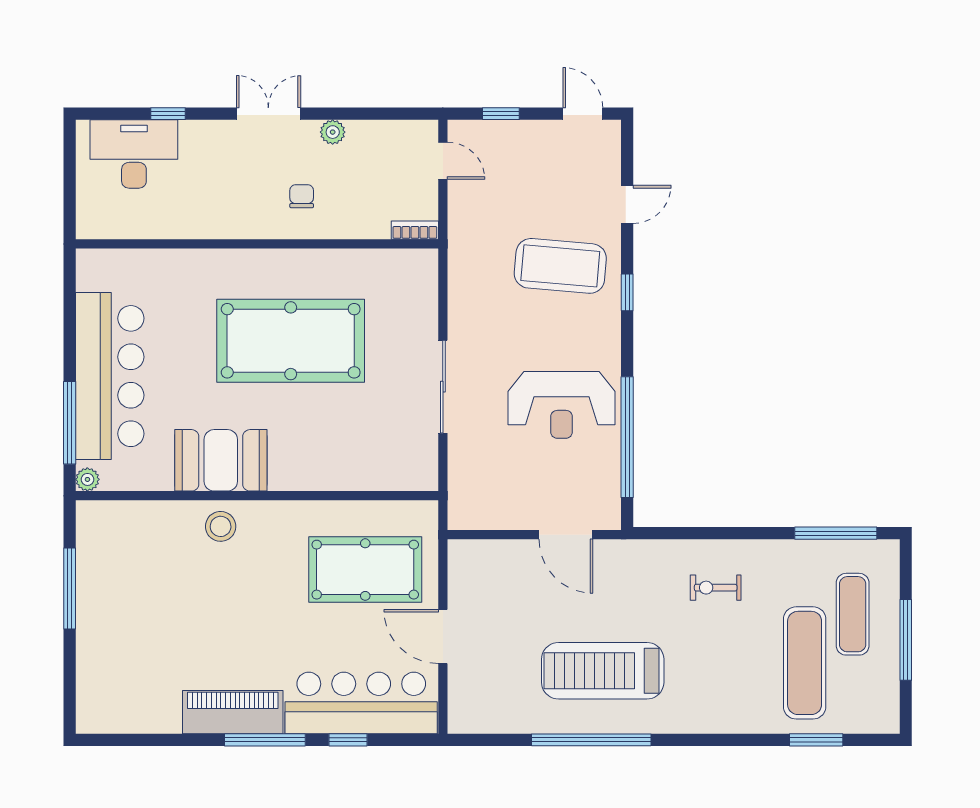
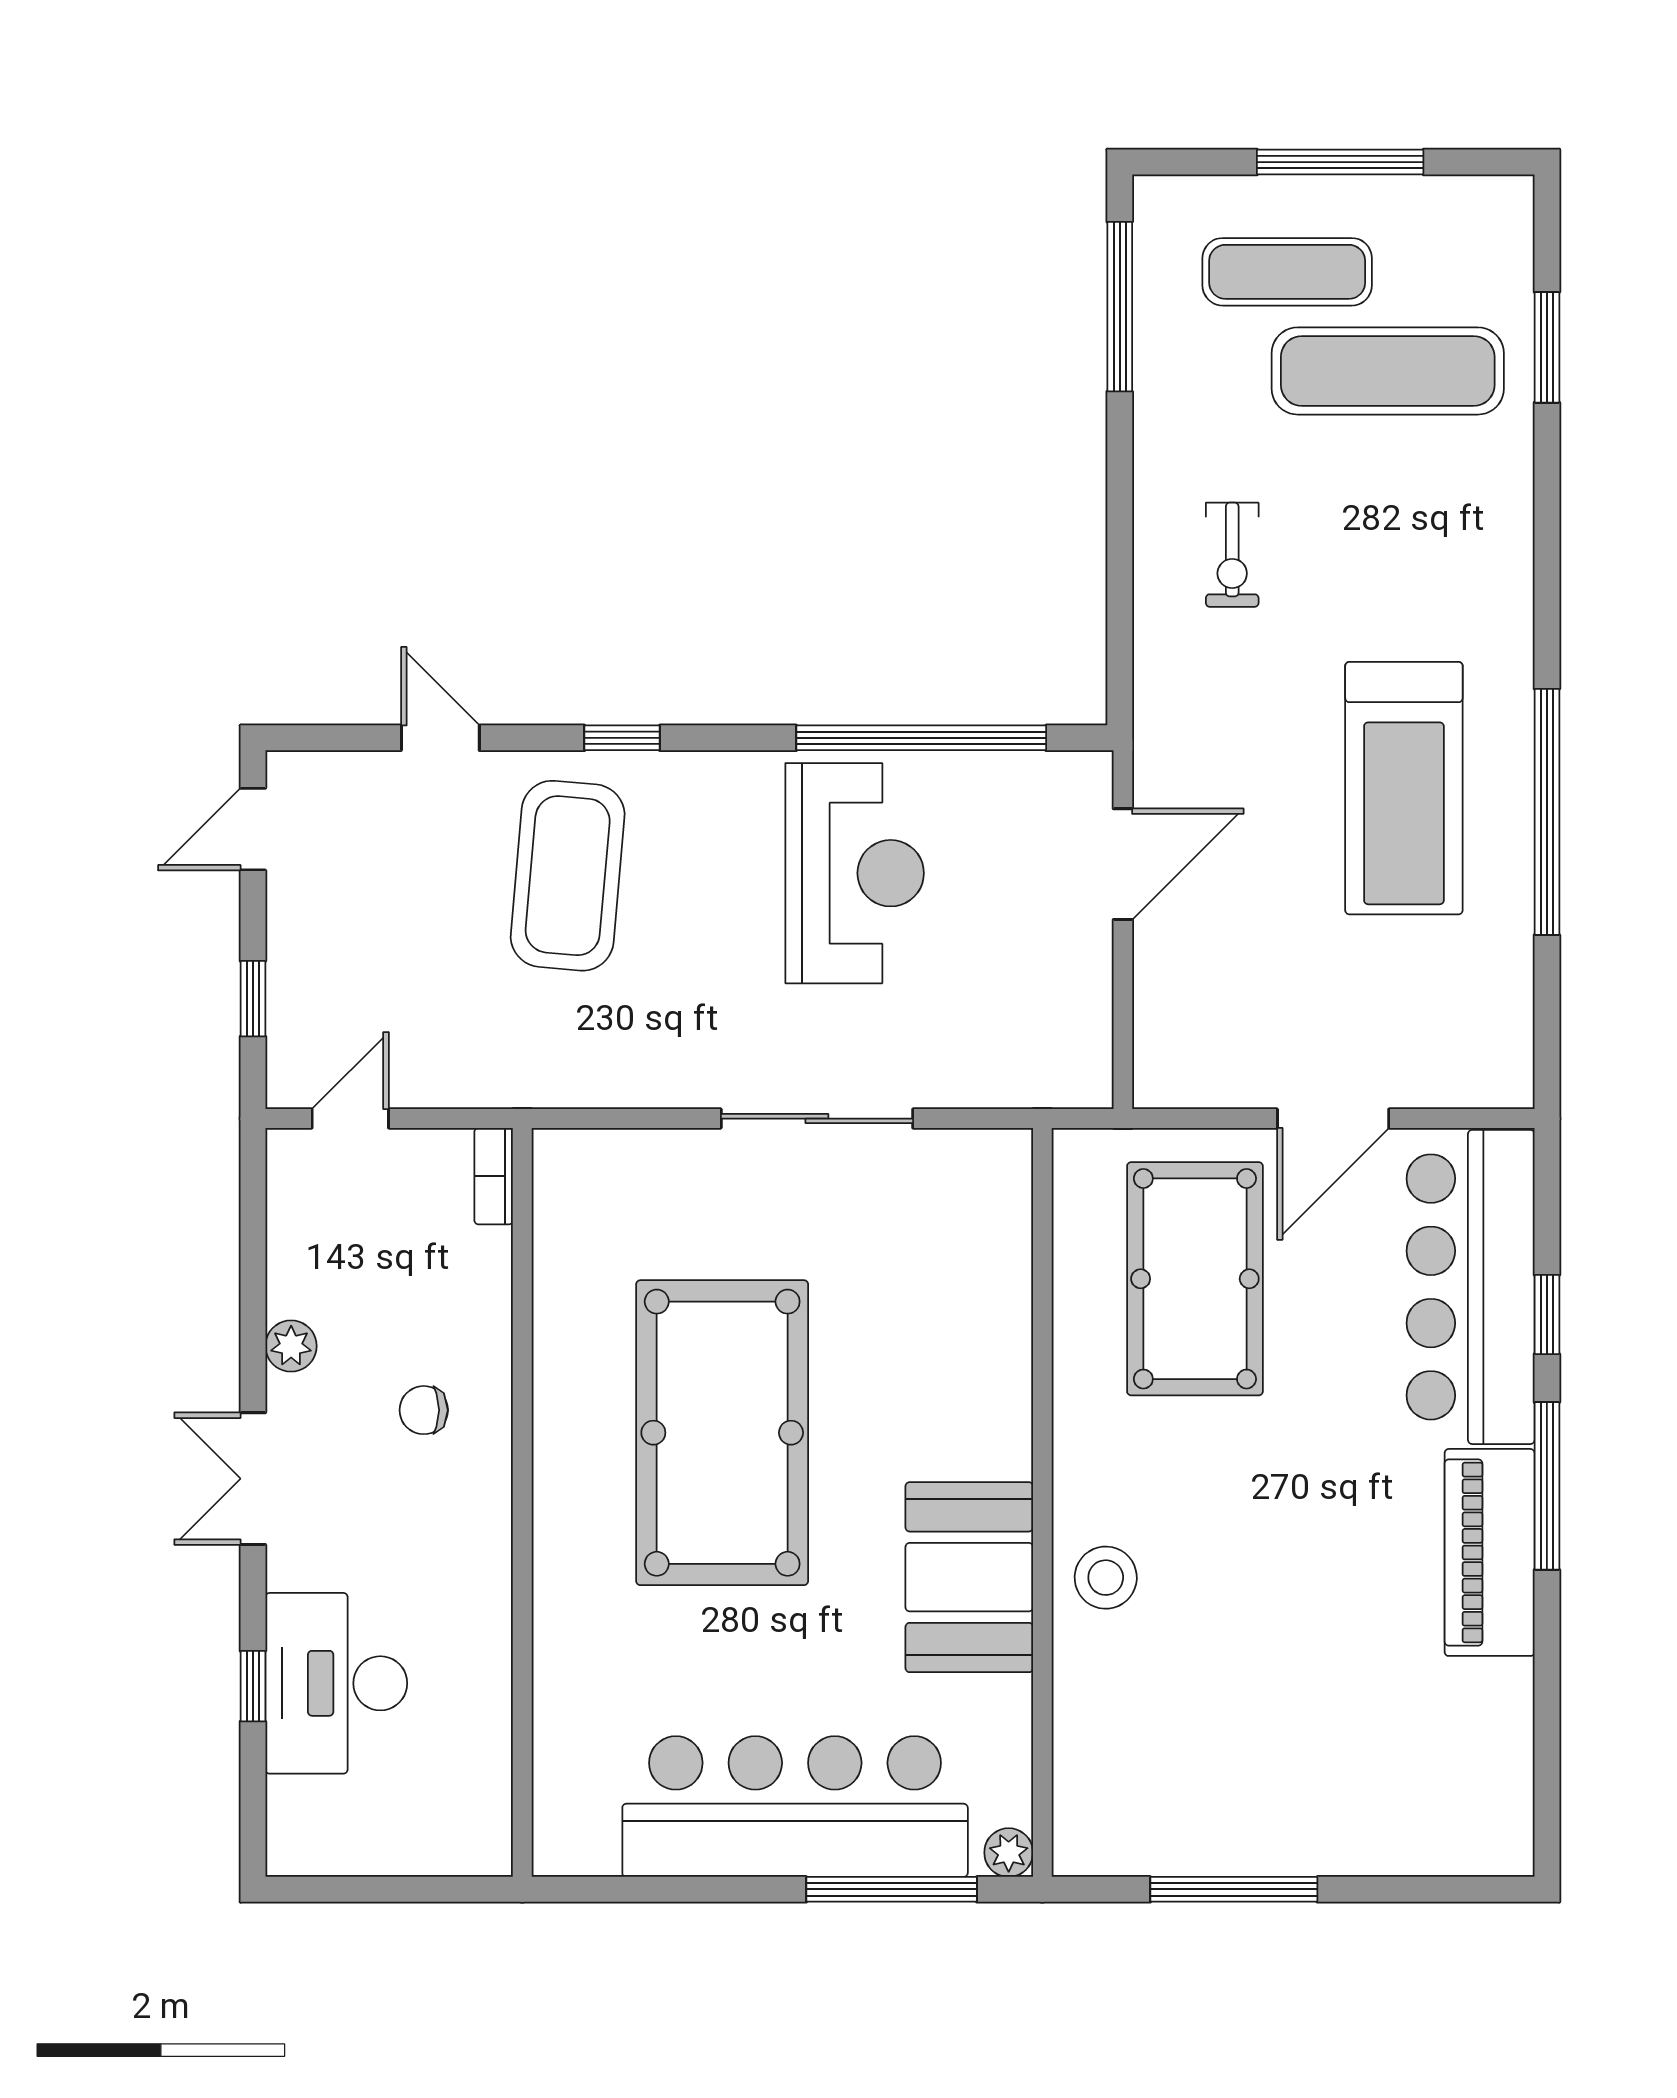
desk: (134, 154) -> (336, 1683), moved

